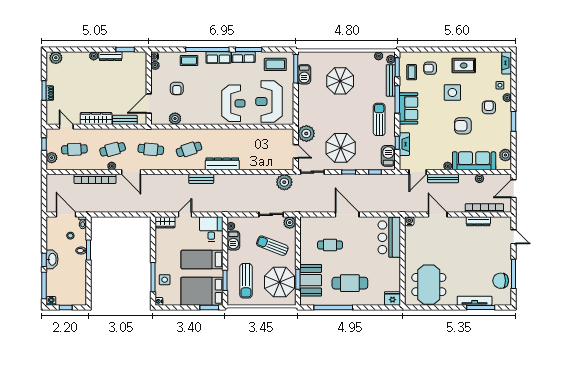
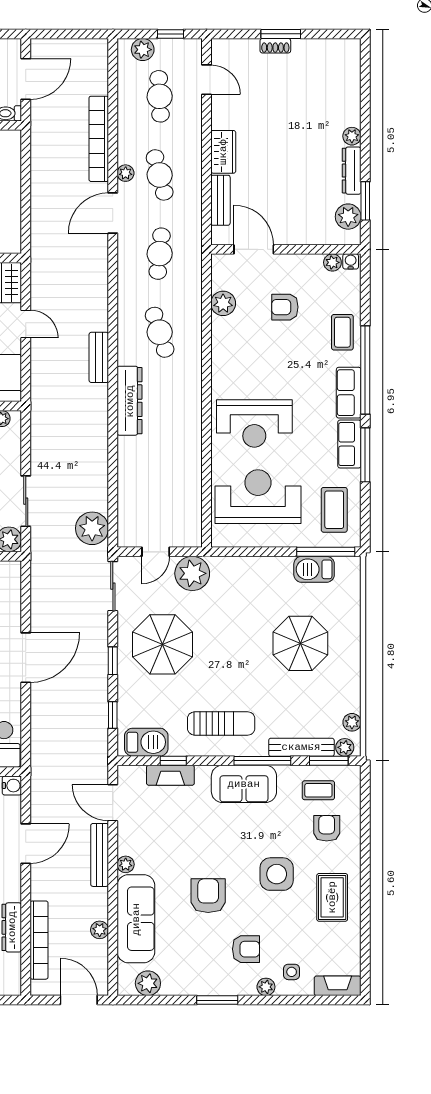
plant: (56, 58) -> (348, 217), moved
wardrobe: (96, 118) -> (223, 152), width x0.67
door: (66, 127) -> (206, 80), hinge flipped

